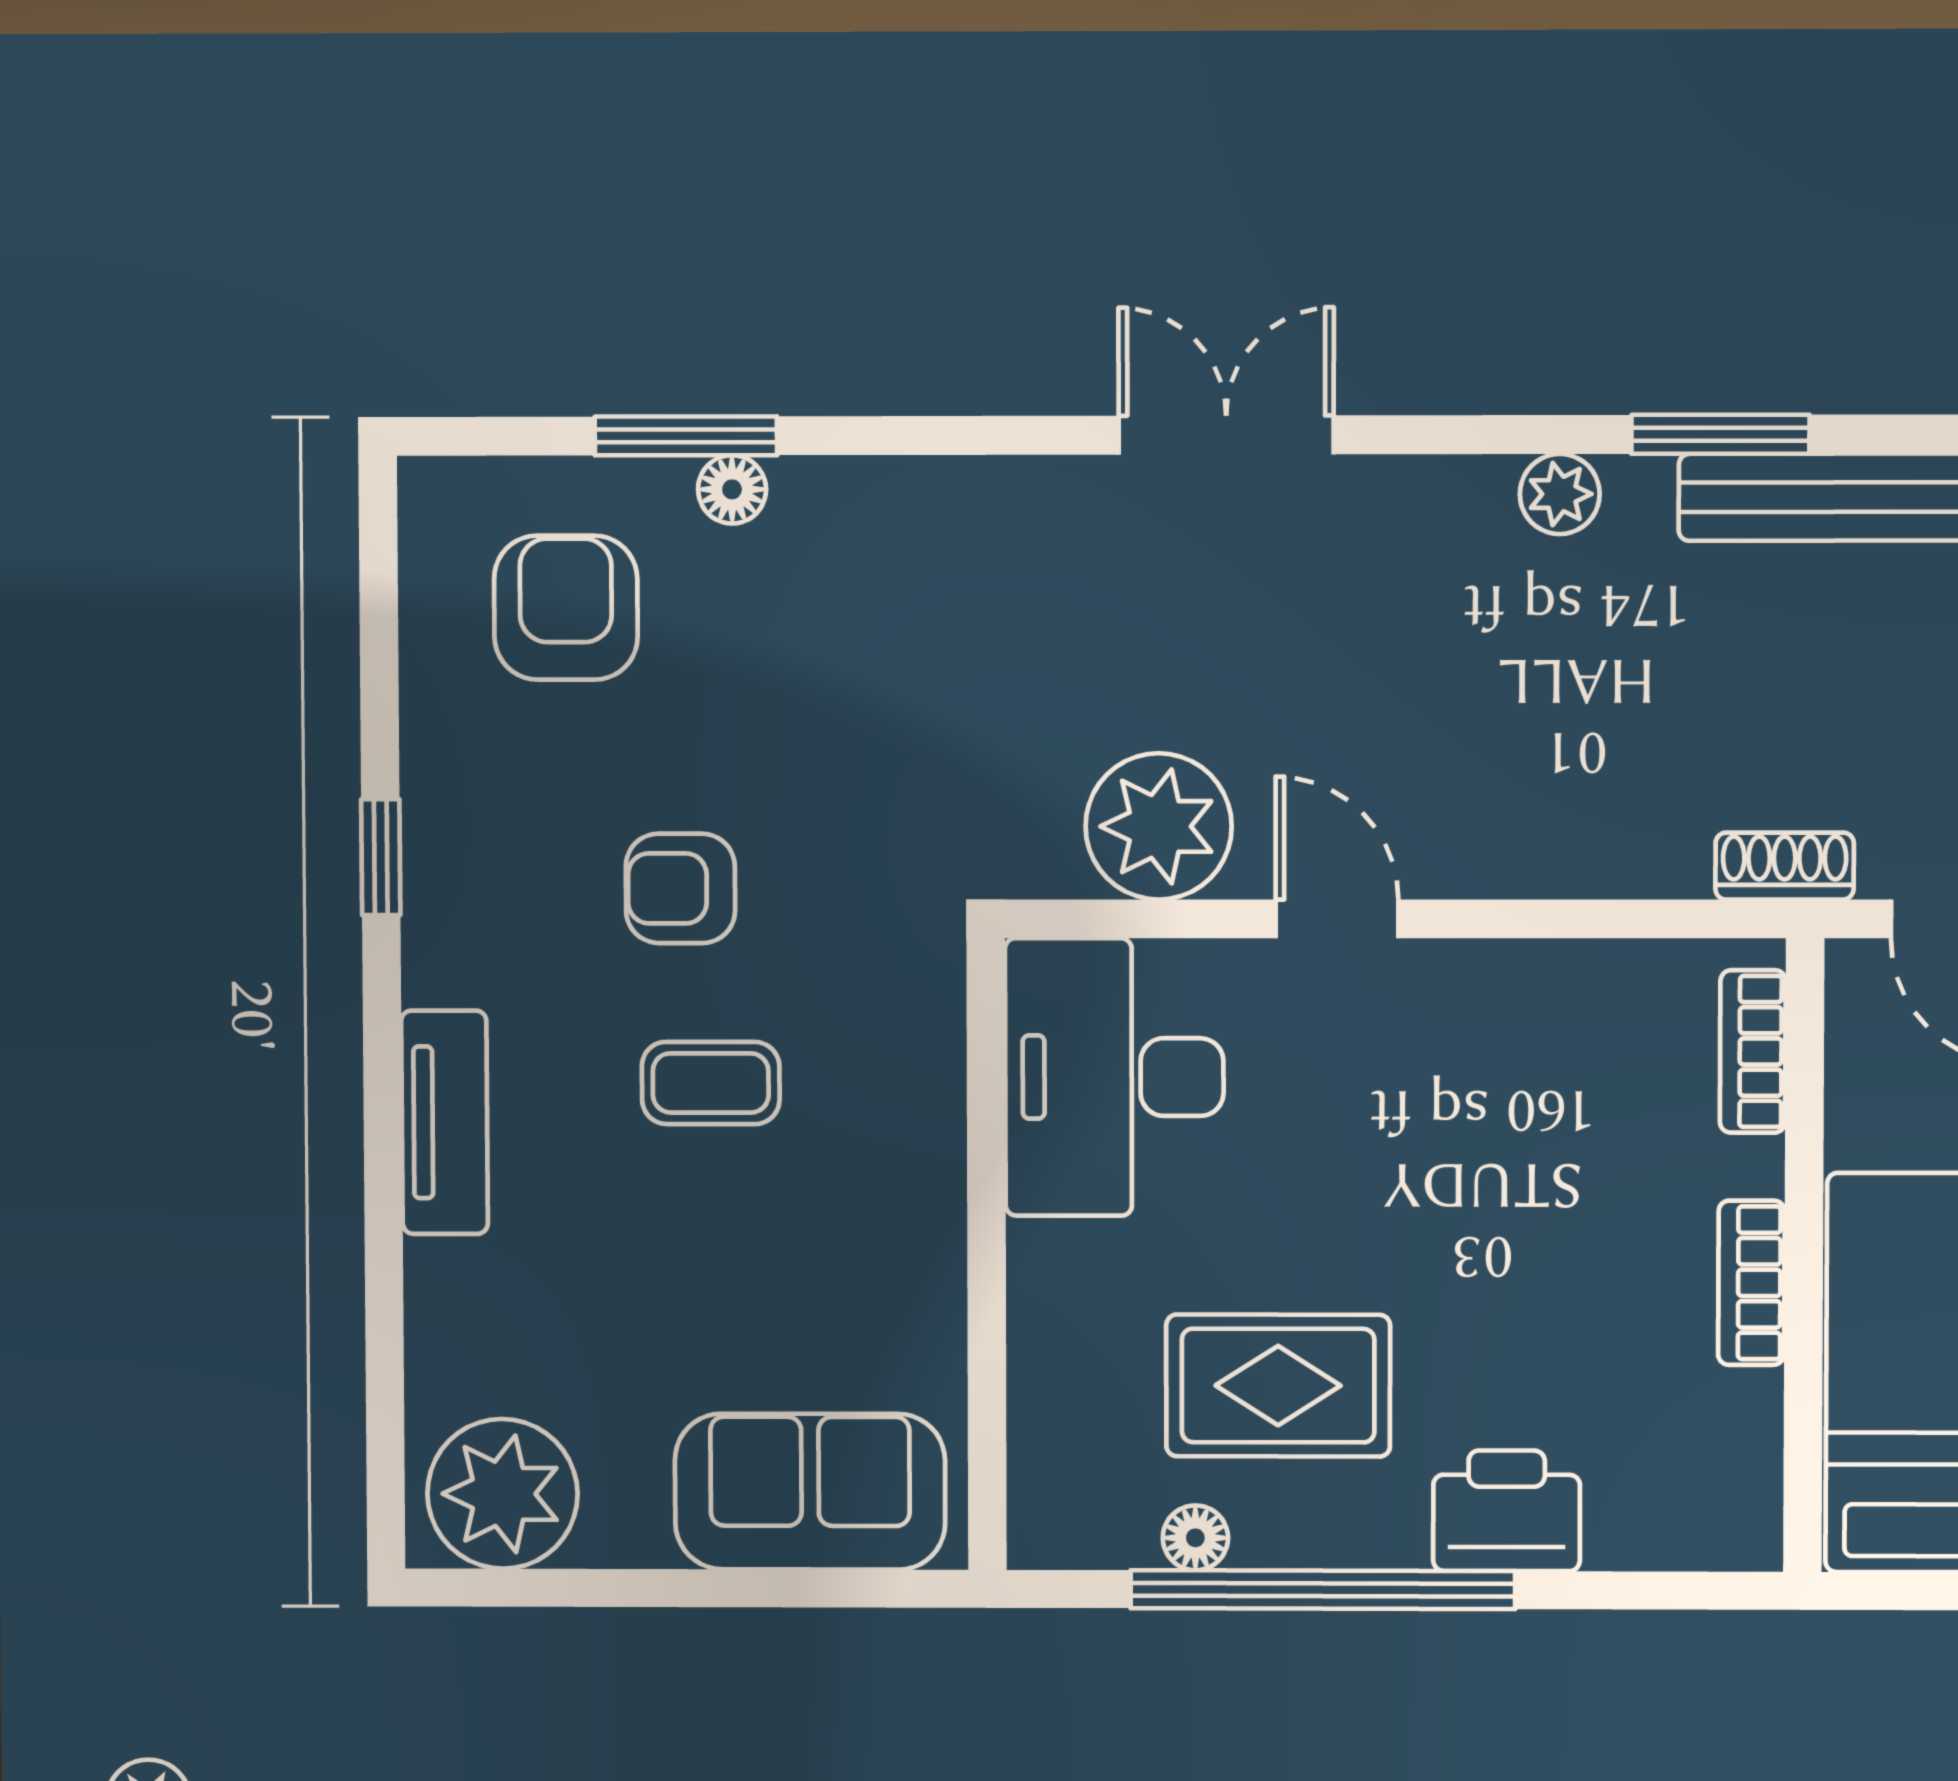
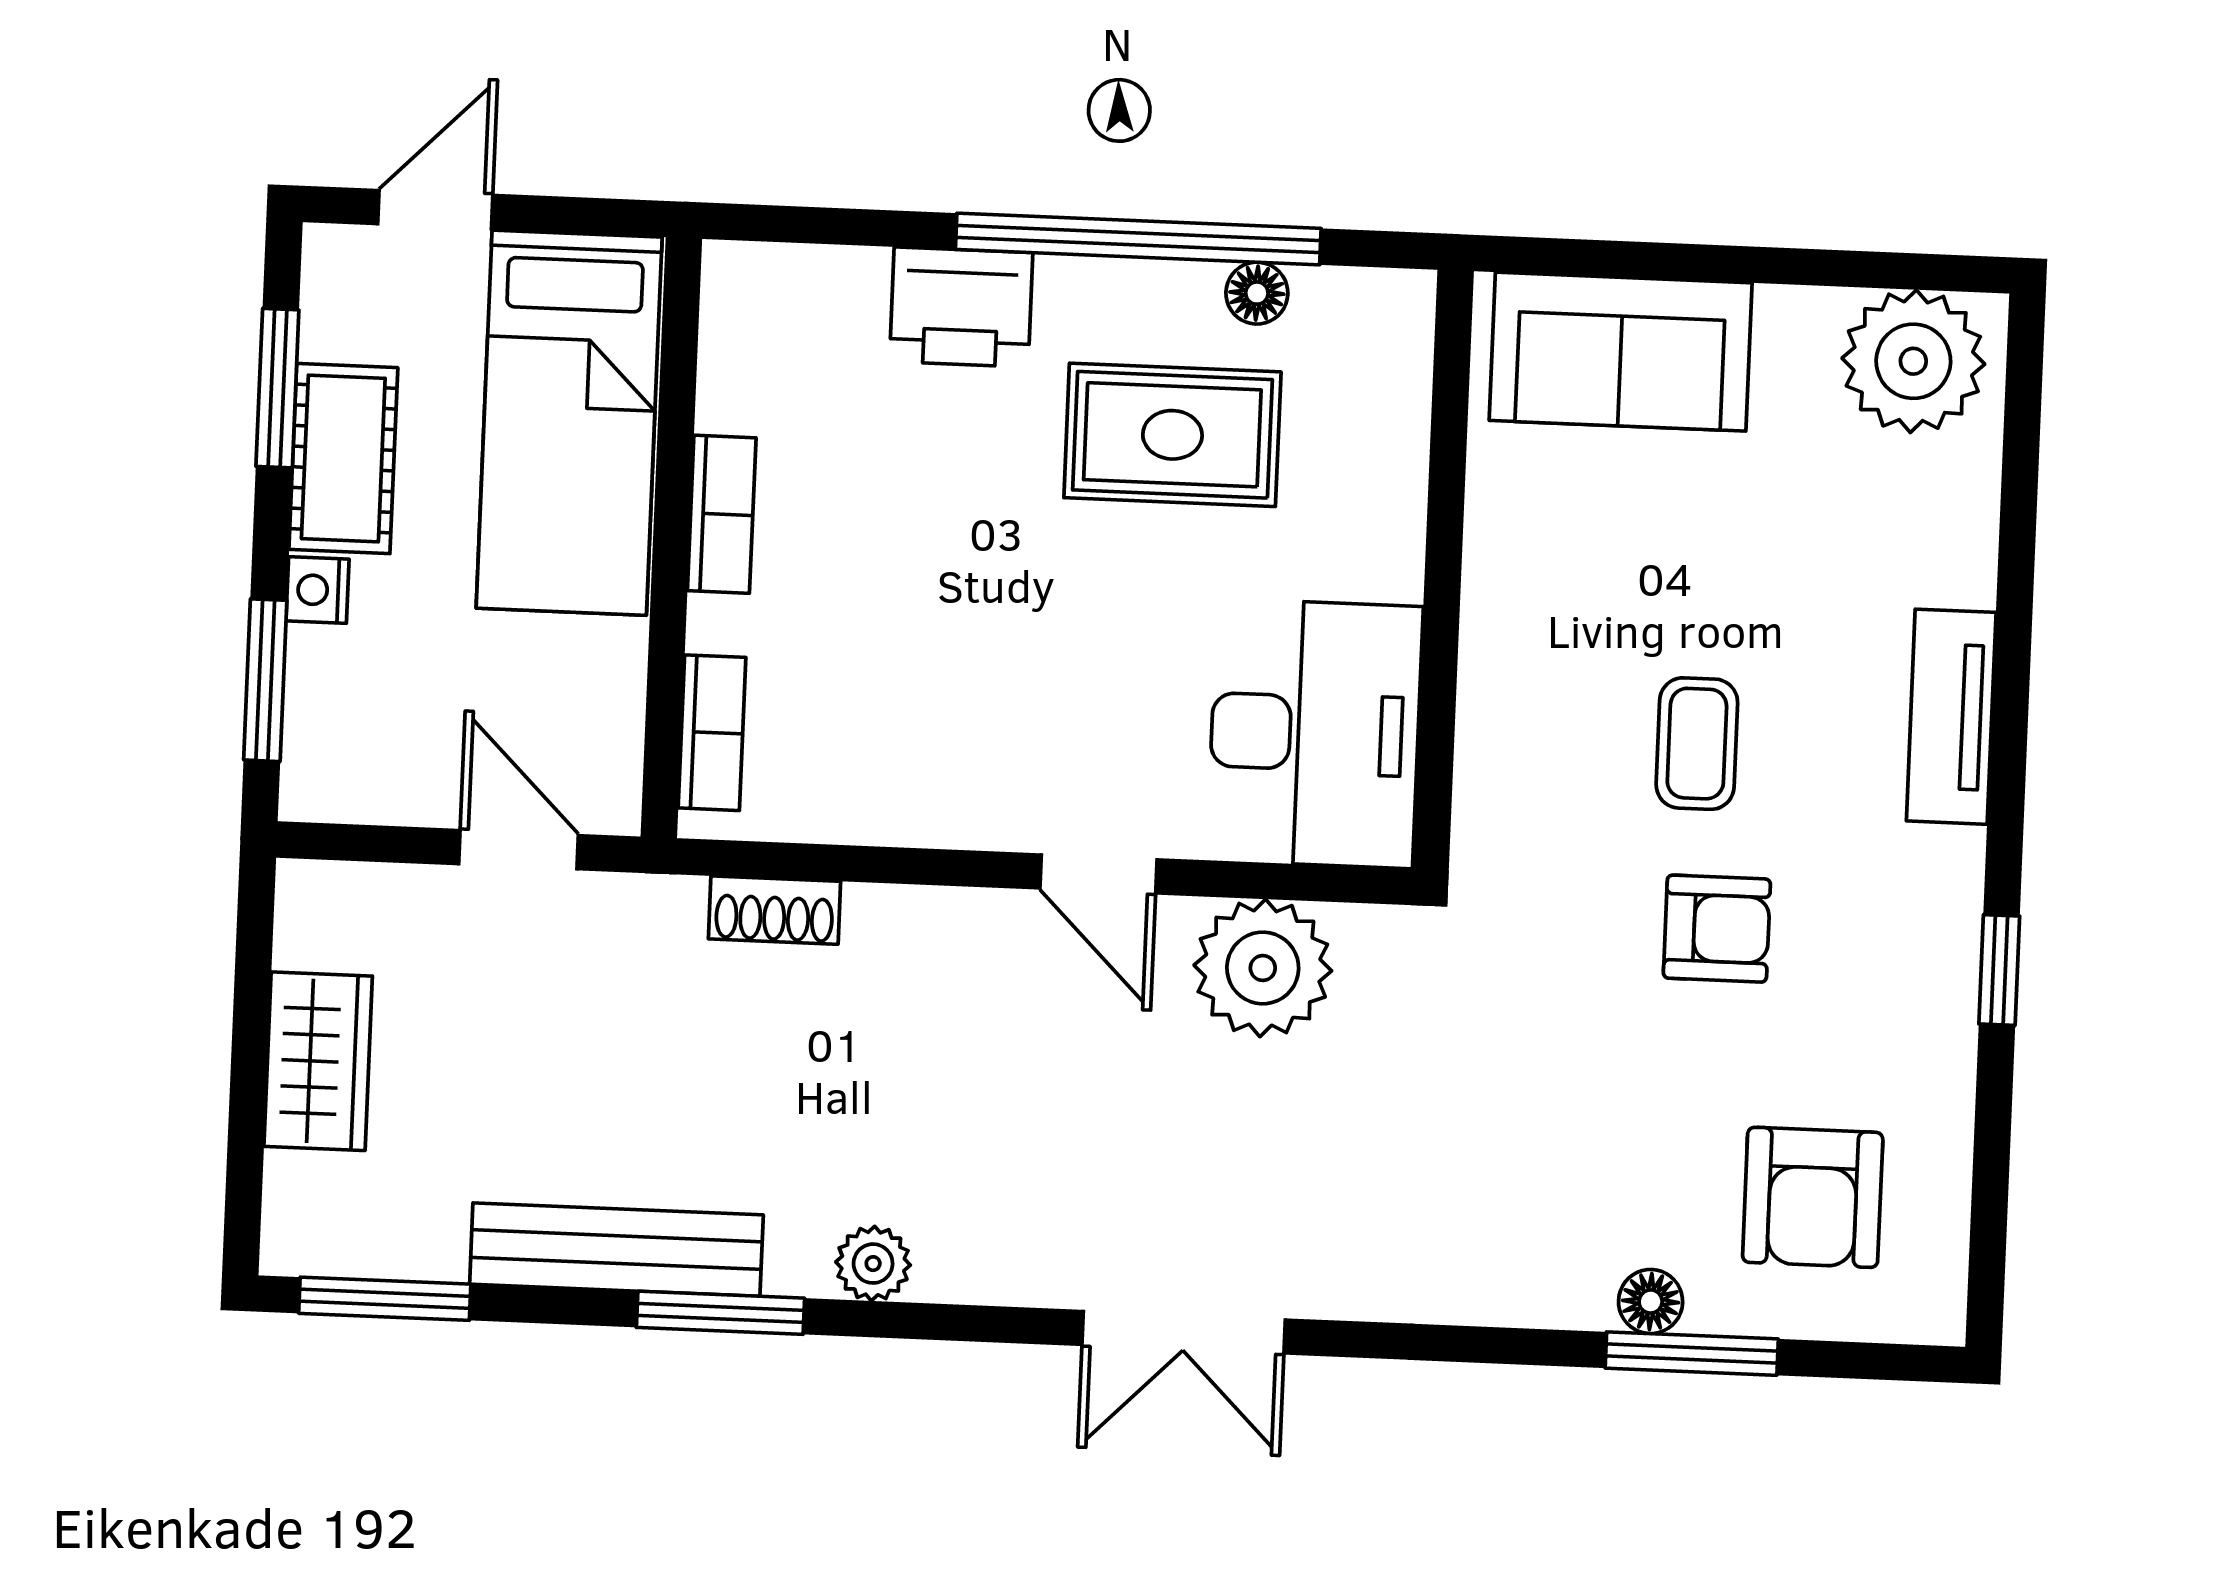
shoe rack: (1785, 866) -> (774, 910), moved
coffee table: (711, 1083) -> (1697, 744), turned 90

